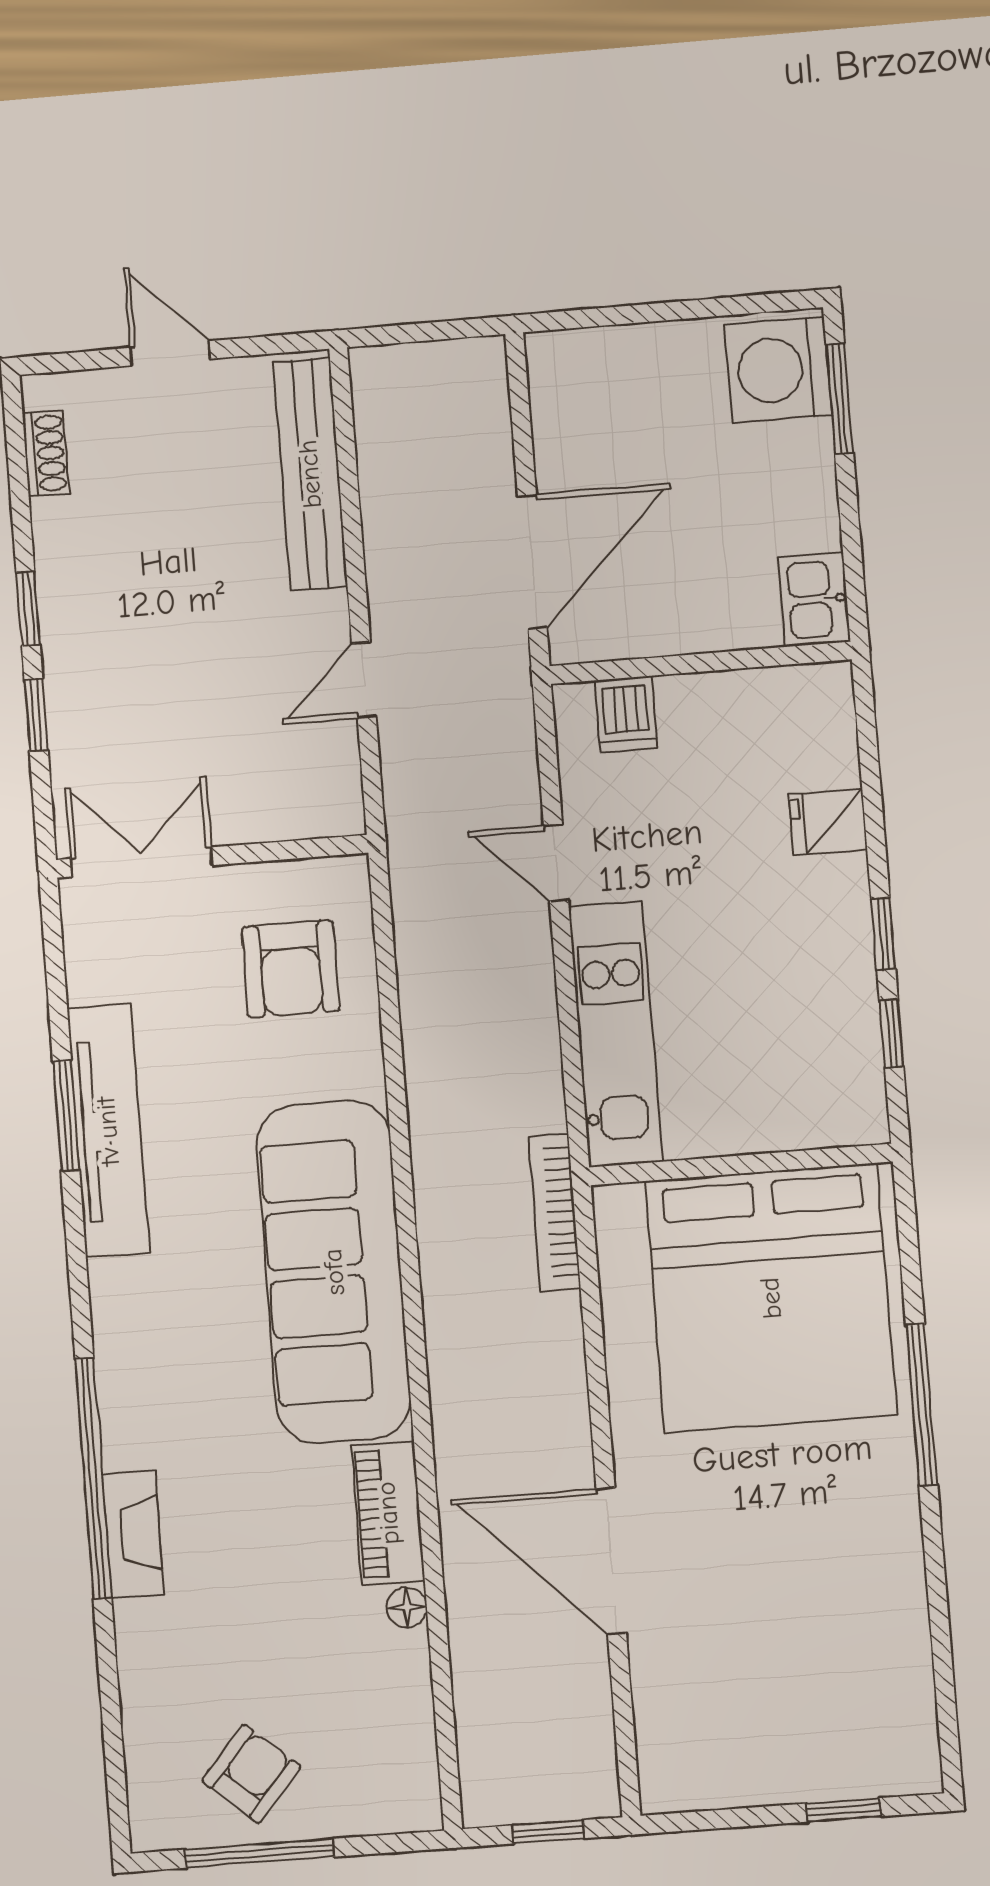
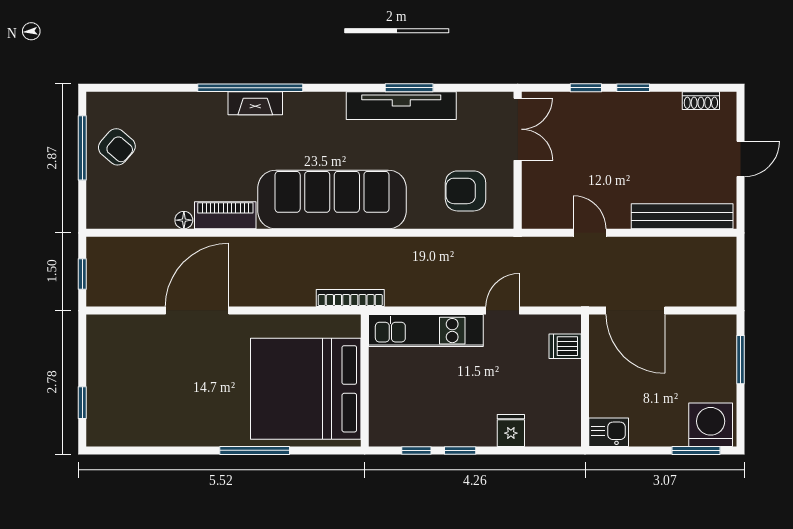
window: (625, 315) -> (740, 360), added
fireplace: (133, 1534) -> (255, 103), moved

